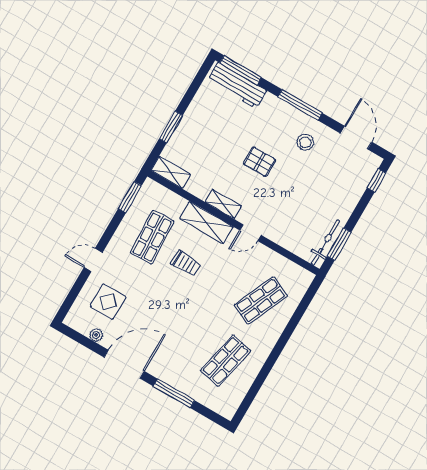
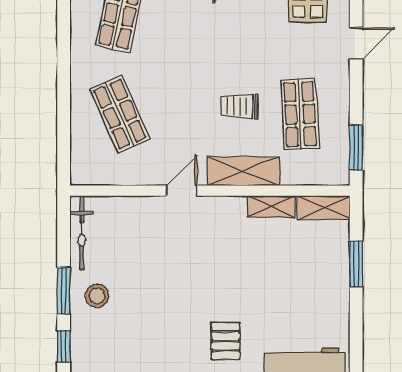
stool: (305, 142) -> (97, 296), moved
pallet: (259, 162) -> (226, 341), moved, turned 90
shelving: (223, 204) -> (271, 207), moved
window: (339, 244) -> (64, 291), moved
shop shelf: (261, 301) -> (120, 114), turned -48

